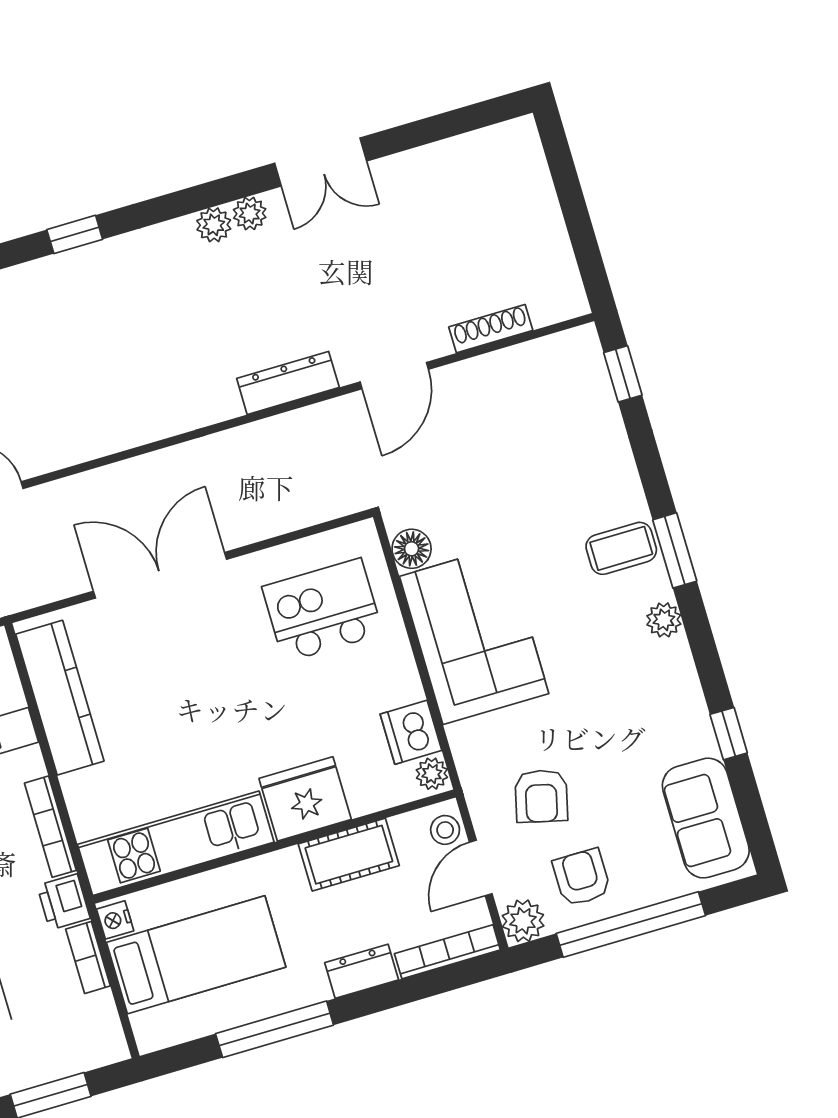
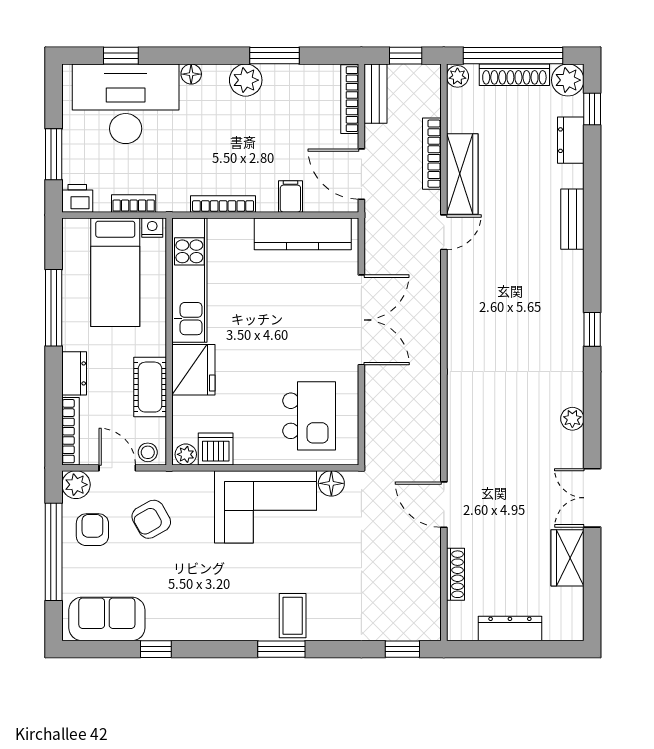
wardrobe: (419, 172) -> (567, 558), added
plant: (250, 213) -> (573, 444), removed
dresser: (288, 383) -> (510, 629), moved, turned -90
plant: (664, 620) -> (240, 629), removed
armchair: (541, 796) -> (151, 519), turned -43
armchair: (582, 877) -> (92, 530), turned -90
printer: (64, 902) -> (77, 198), moved

